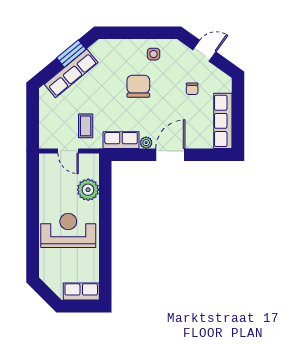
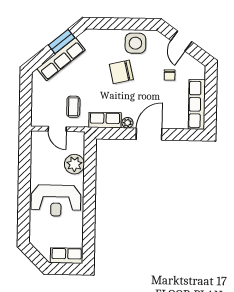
door: (204, 51) -> (181, 41), swing flipped
side table: (154, 54) -> (135, 43), width x1.87, depth x1.87
chair: (138, 86) -> (121, 72), turned -103
reception desk: (68, 230) -> (56, 201), turned 180

